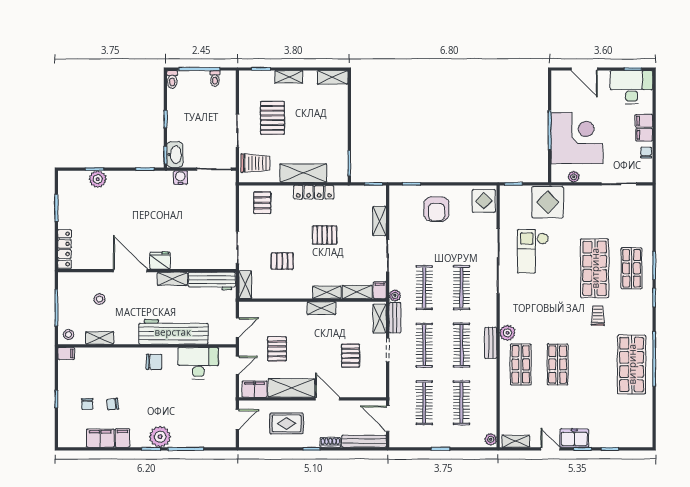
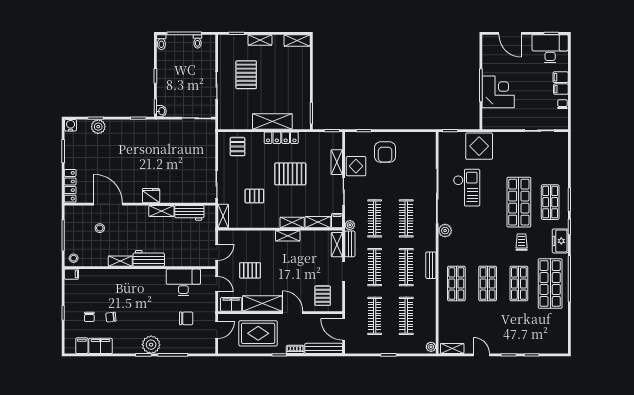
corner desk: (577, 138) -> (498, 92), width x0.74, depth x0.74
washbasin: (175, 155) -> (161, 111), width x0.52, depth x0.69
trolley: (255, 163) -> (232, 113), removed
water cooler: (180, 177) -> (71, 125), moved
plant: (574, 177) -> (501, 125), removed
display table: (484, 201) -> (356, 166), moved
pallet: (325, 235) -> (290, 174), width x1.50, depth x1.42
checkout: (533, 251) -> (467, 188), turned 180
door: (130, 271) -> (108, 204), moved
workbench: (212, 281) -> (189, 213), width x0.73
workbench: (173, 332) -> (149, 258), width x0.53, depth x0.76
plant: (507, 333) -> (445, 231), moved
shelving: (100, 338) -> (120, 261), moved
pallet: (277, 349) -> (250, 270), turned 90
pallet: (351, 356) -> (323, 296), moved
chair: (154, 362) -> (186, 318), moved
shop shelf: (595, 364) -> (519, 284), added
door: (237, 365) -> (217, 284), hinge flipped
rug: (287, 423) -> (258, 333), width x1.36, depth x1.43
filing cabinet: (122, 438) -> (82, 346), moved
freezer: (574, 438) -> (560, 241), moved, turned -90

